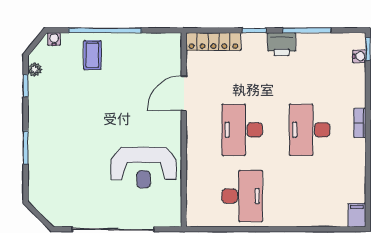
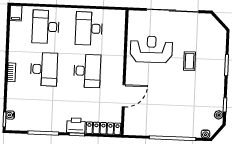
printer: (282, 44) -> (76, 125), moved
coffee table: (92, 55) -> (190, 61), moved
desk: (310, 196) -> (46, 27), added

